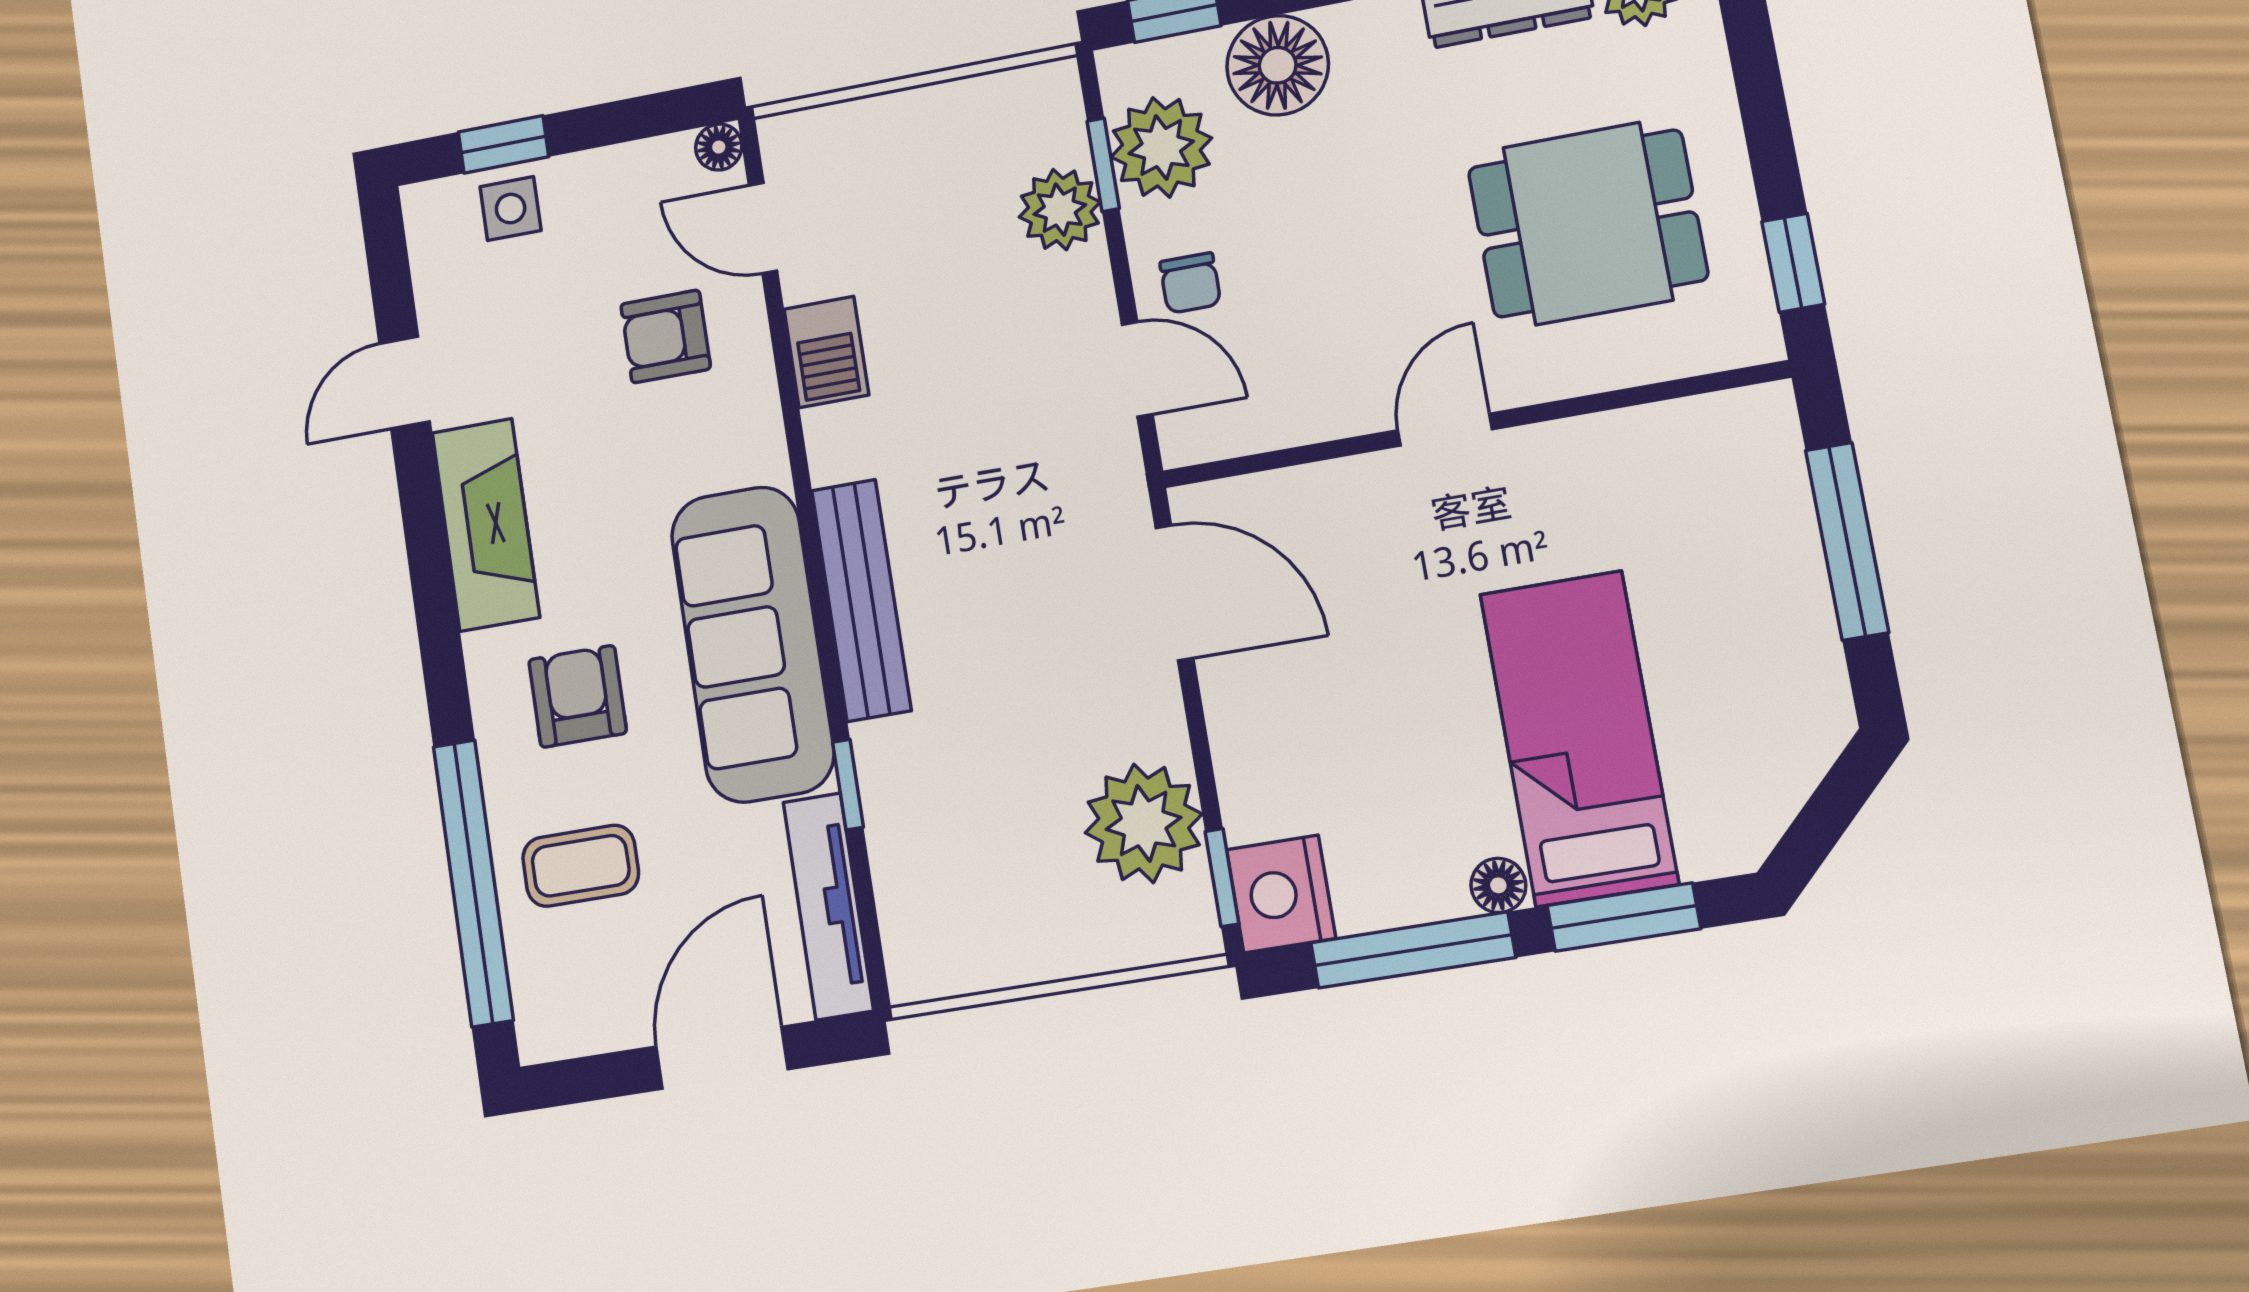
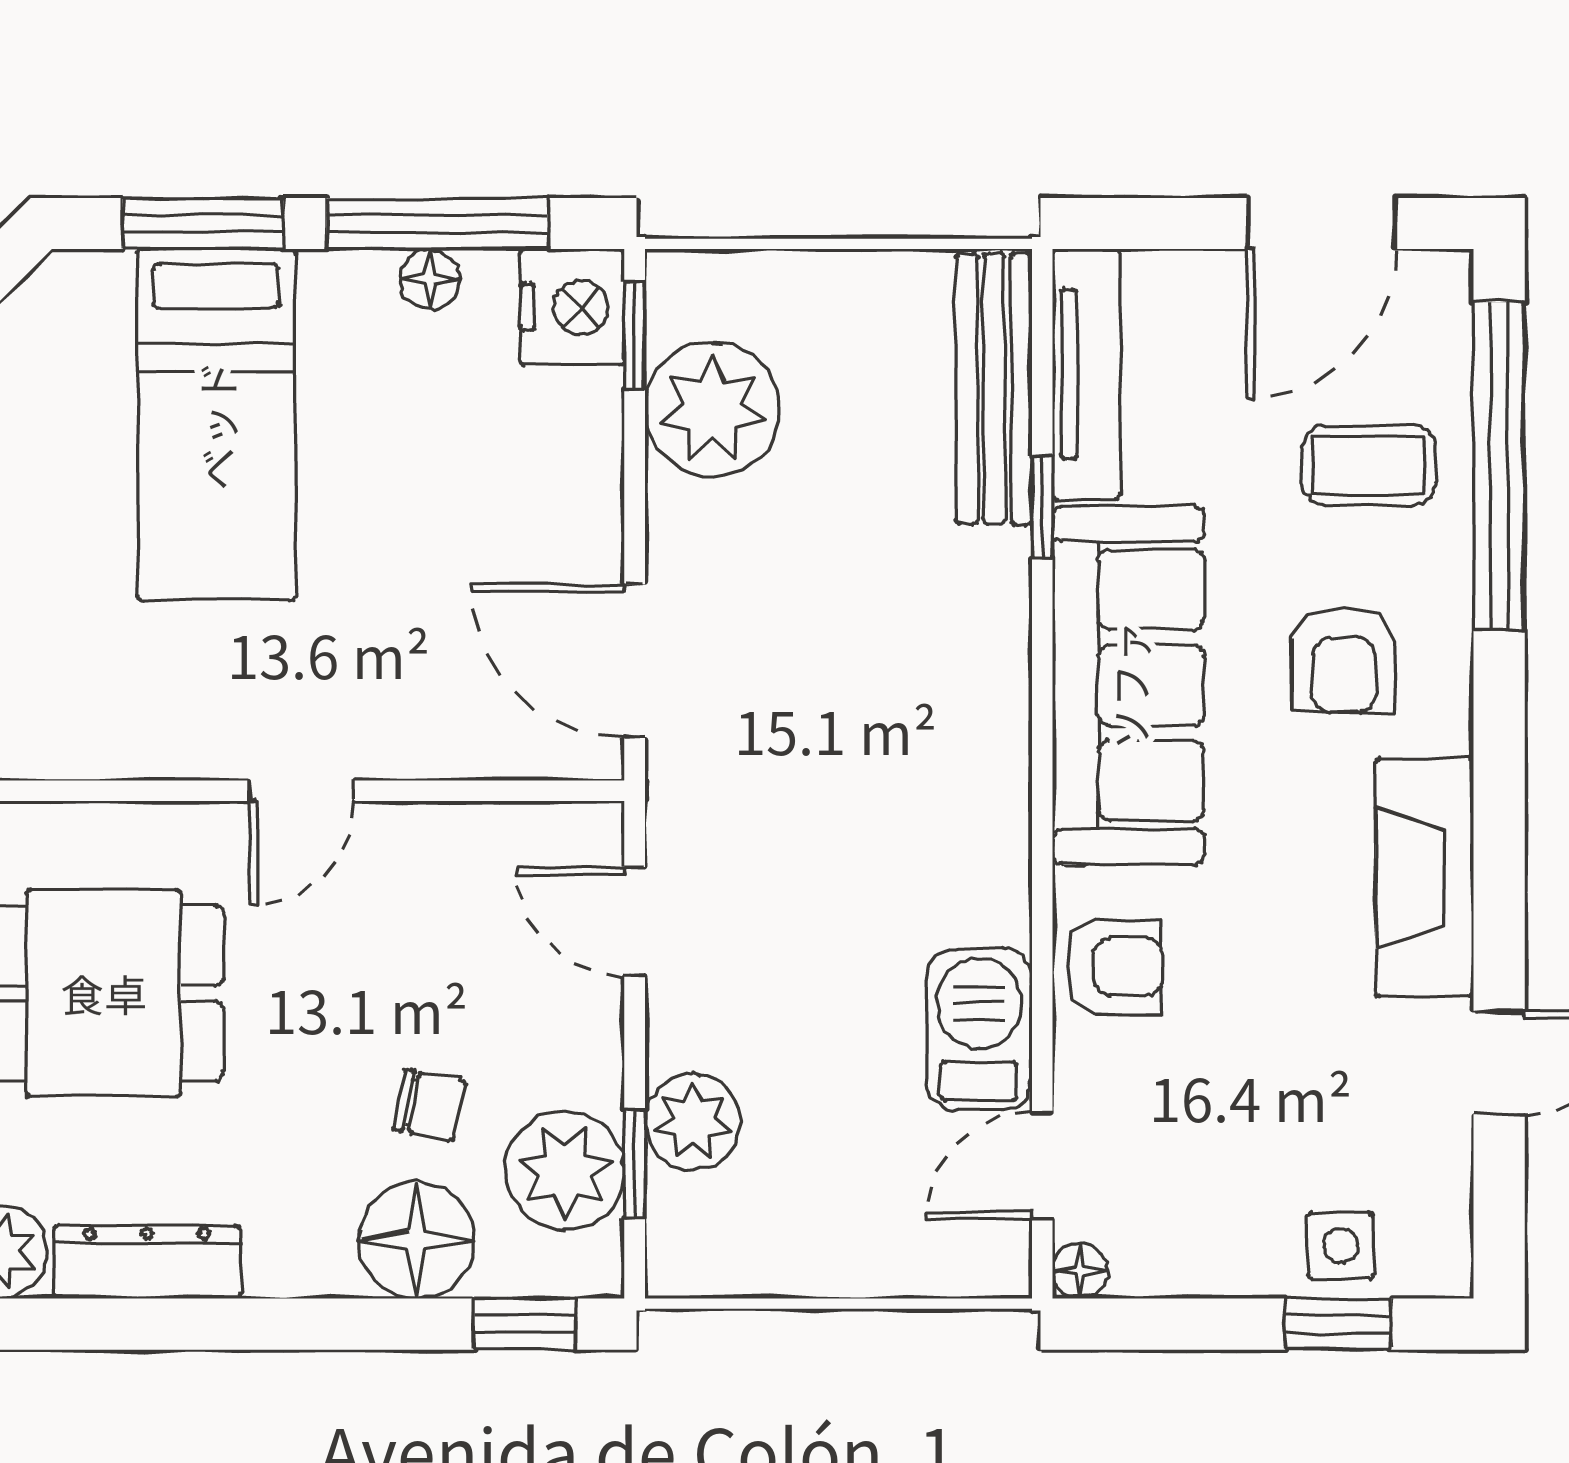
door: (763, 228) -> (1042, 1165), swing flipped
chair: (1190, 283) -> (429, 1105), moved, turned 101
armchair: (666, 336) -> (1114, 967), moved
barbecue: (826, 352) -> (979, 1029), width x1.38, depth x1.27
bench: (861, 600) -> (994, 389), moved
floor lamp: (1498, 885) -> (430, 279), moved
door: (722, 1058) -> (1322, 224), moved

